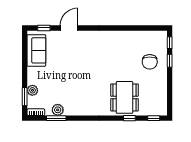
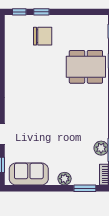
plant: (32, 90) -> (65, 179), moved

